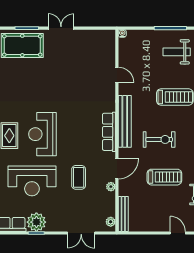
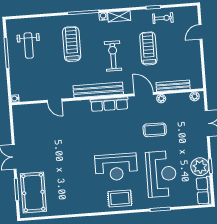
door: (117, 75) -> (55, 101), swing flipped
bench: (123, 214) -> (173, 86), moved

